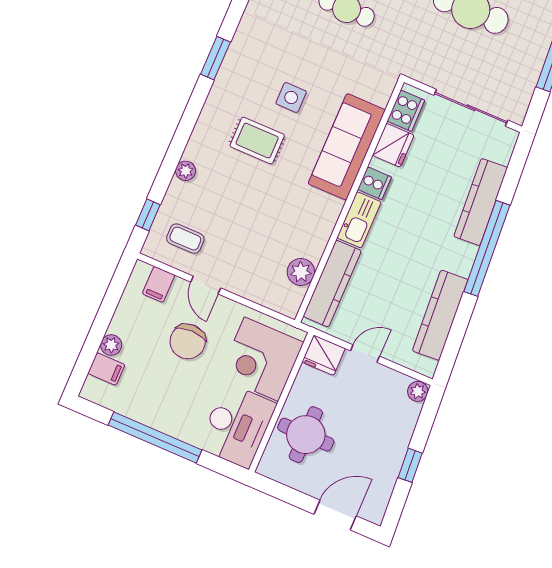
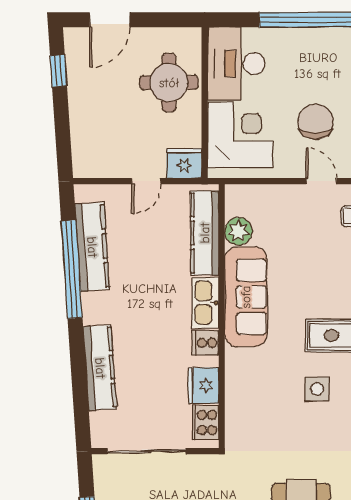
sofa: (347, 147) -> (246, 297), moved
window: (487, 248) -> (72, 269), moved
plant: (418, 391) -> (82, 167), removed
window: (410, 465) -> (58, 71), moved

